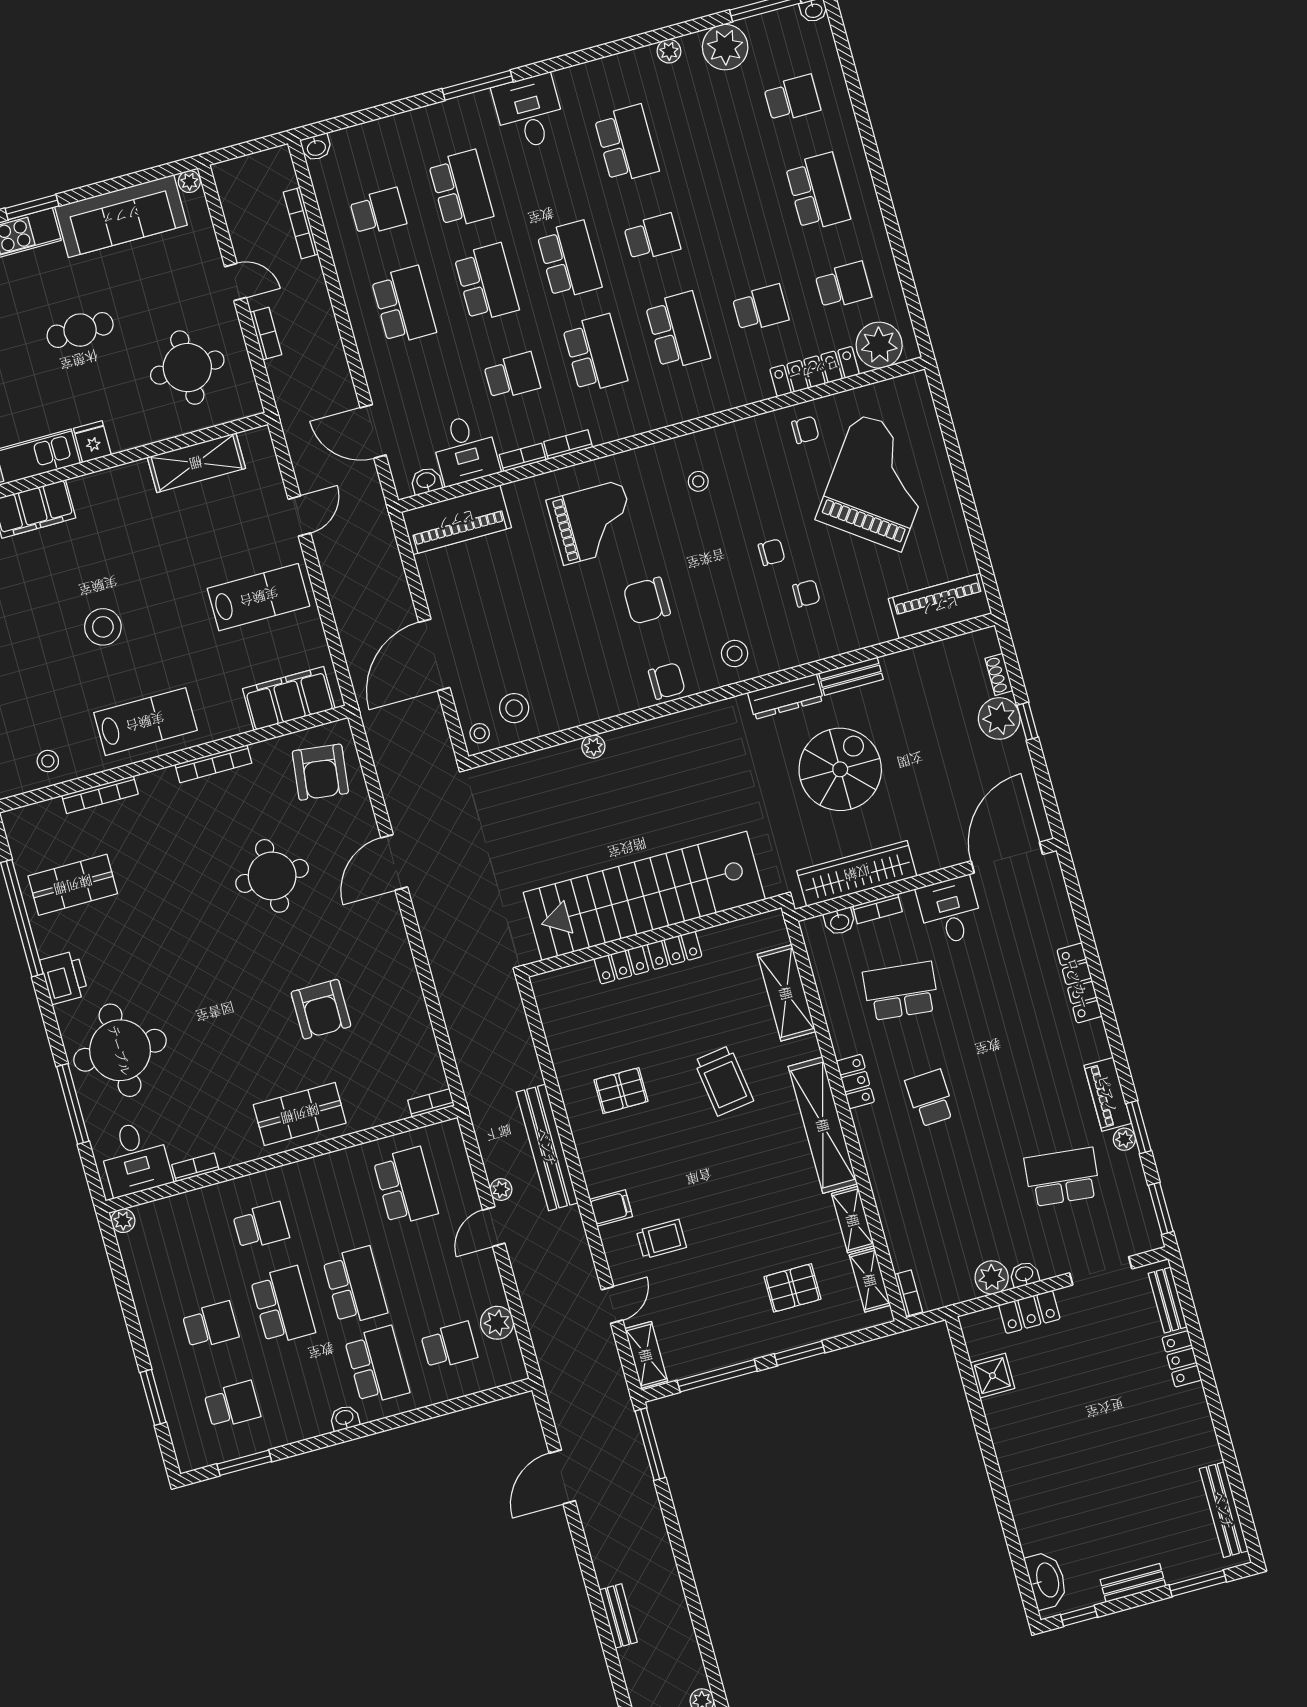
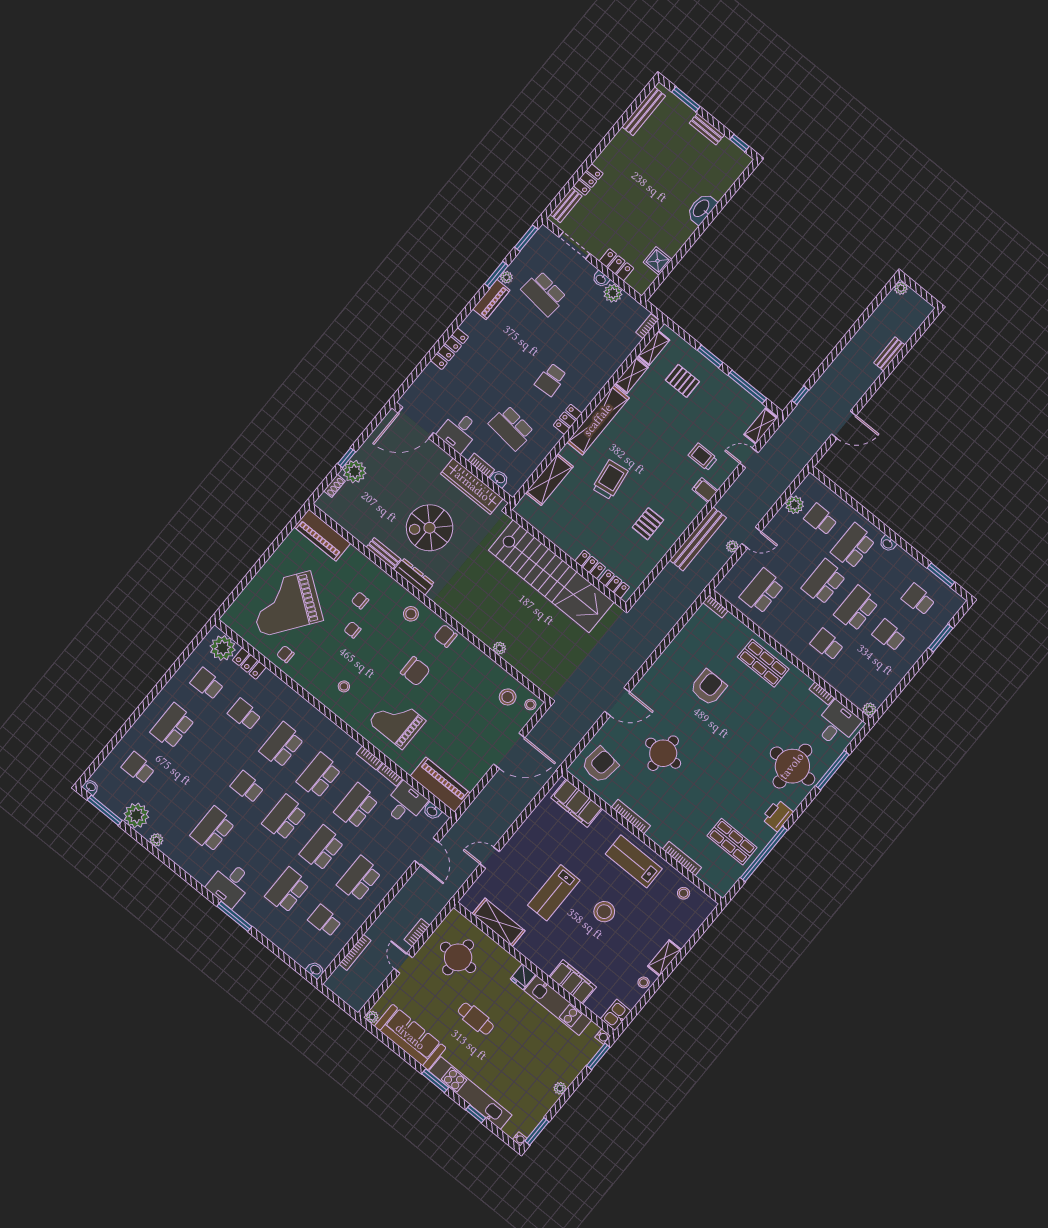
locker: (814, 371) -> (249, 664), width x0.66
school desk: (512, 376) -> (356, 806), width x1.85
lab bench: (259, 597) -> (554, 893), moved, turned -90
locker: (675, 950) -> (614, 584), moved
pallet: (621, 1091) -> (648, 524), turned 90
window: (650, 1444) -> (800, 395), width x0.46
washbasin: (1047, 1580) -> (702, 209), moved

